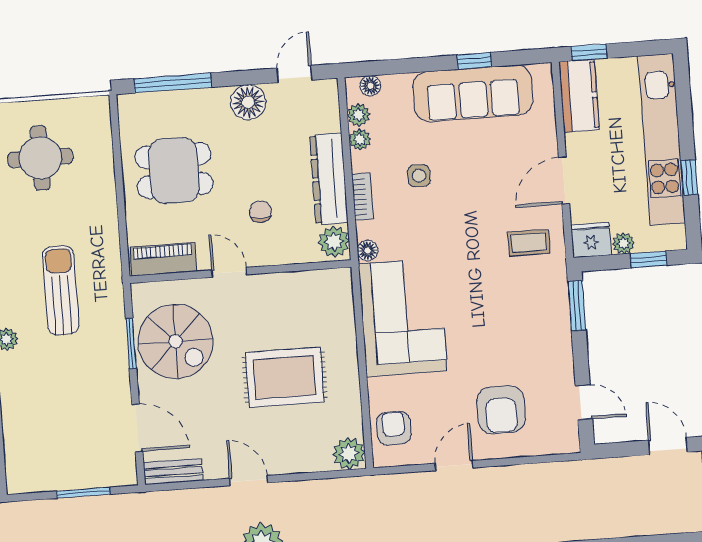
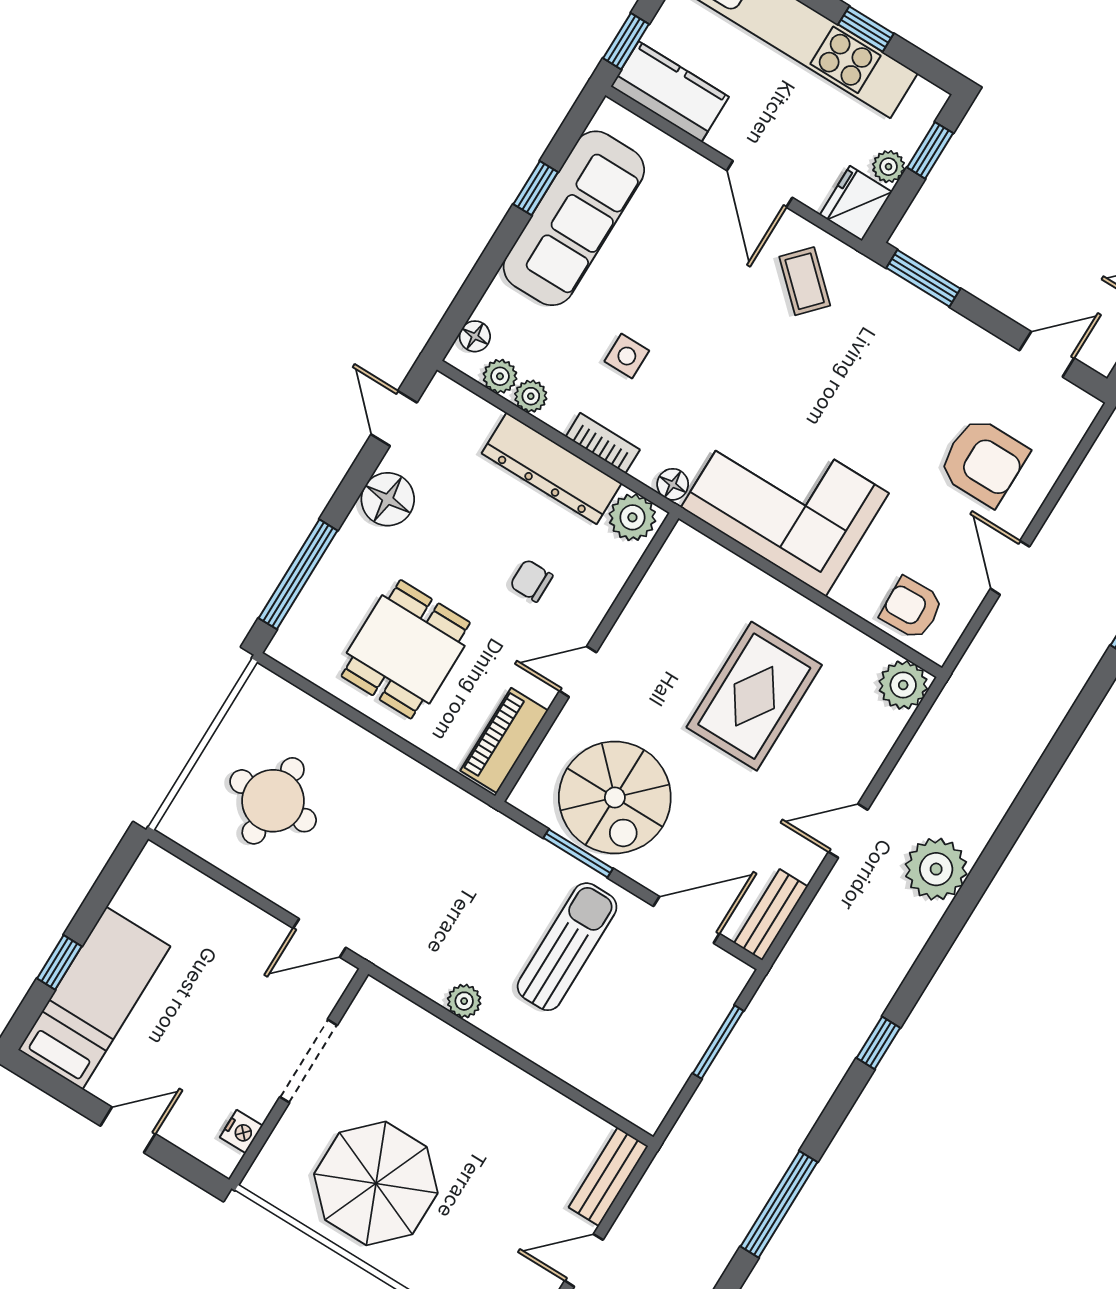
coffee table: (529, 243) -> (805, 281), turned -47
sun lounger: (61, 290) -> (567, 947), moved, turned 90
spiral stairs: (176, 341) -> (615, 797), turned 90

